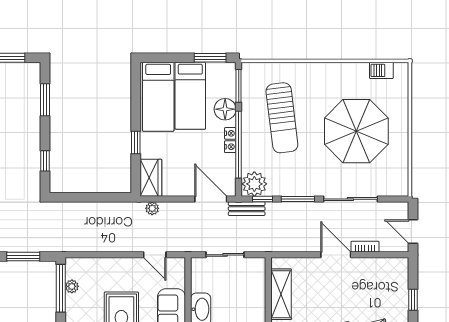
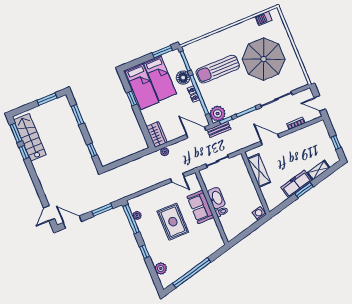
sun lounger: (282, 118) -> (218, 69), turned 97
window: (136, 142) -> (132, 99), moved
door: (336, 255) -> (270, 139), moved

